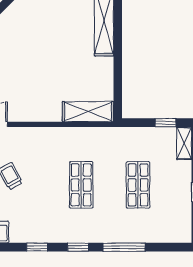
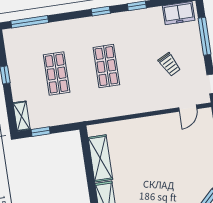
shelving: (88, 112) -> (100, 158), moved, turned 90
window: (124, 247) -> (30, 22), moved

